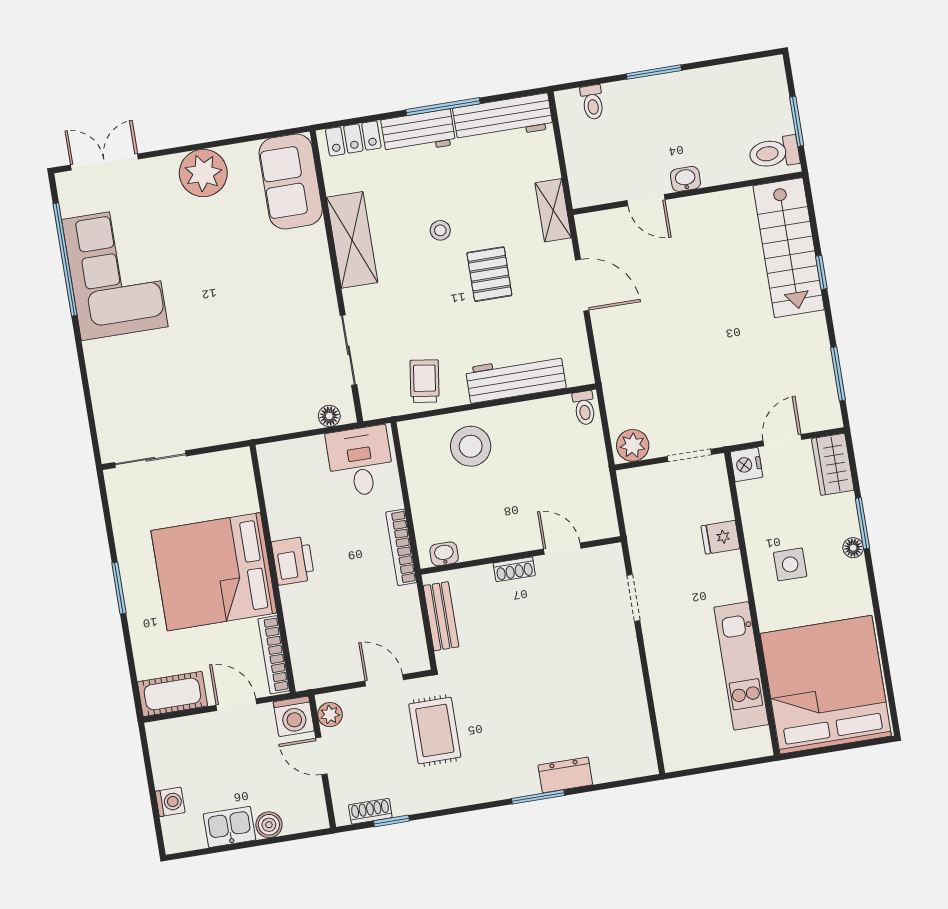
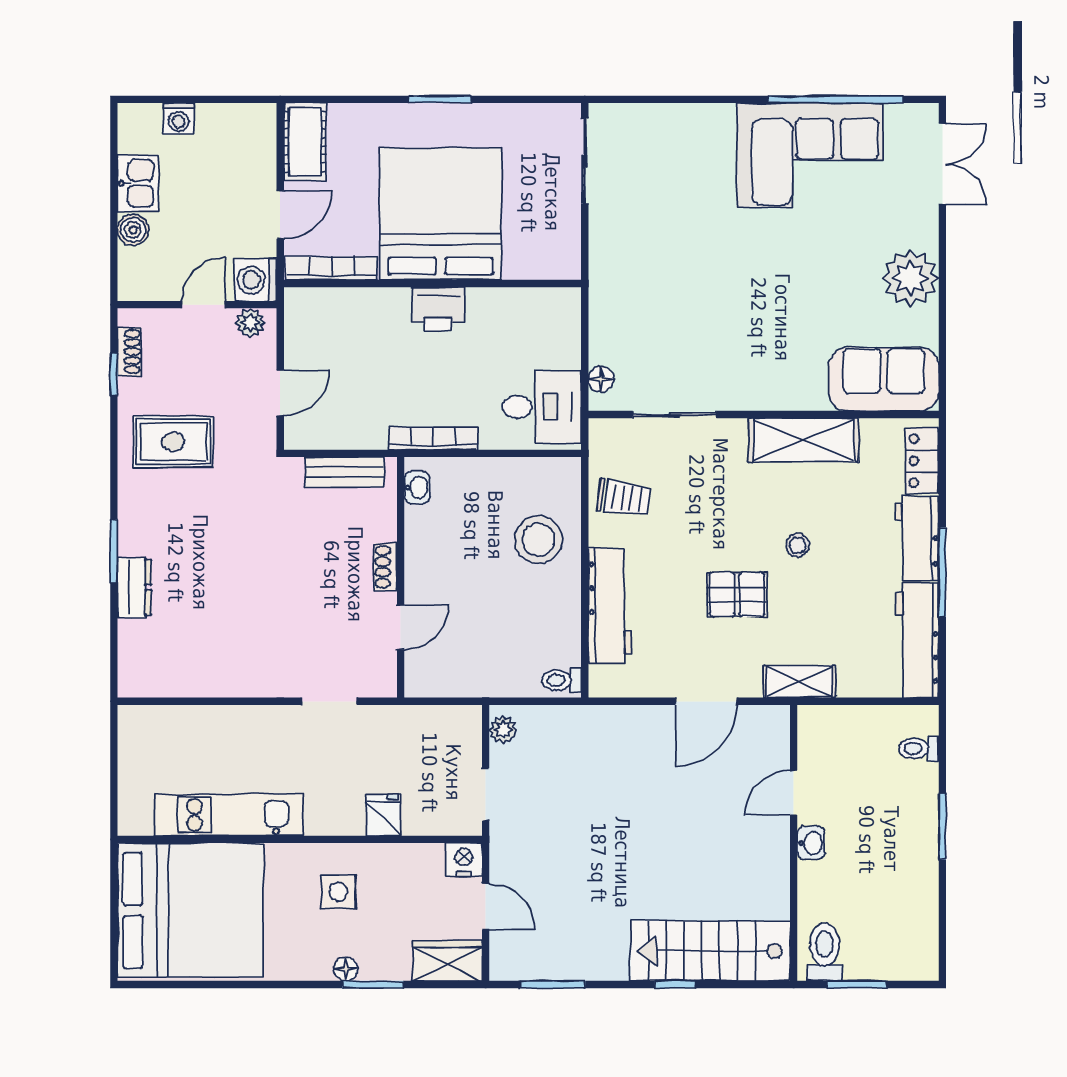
plant: (633, 445) -> (503, 730), width x0.73, depth x0.73
rug: (435, 731) -> (173, 442), moved

